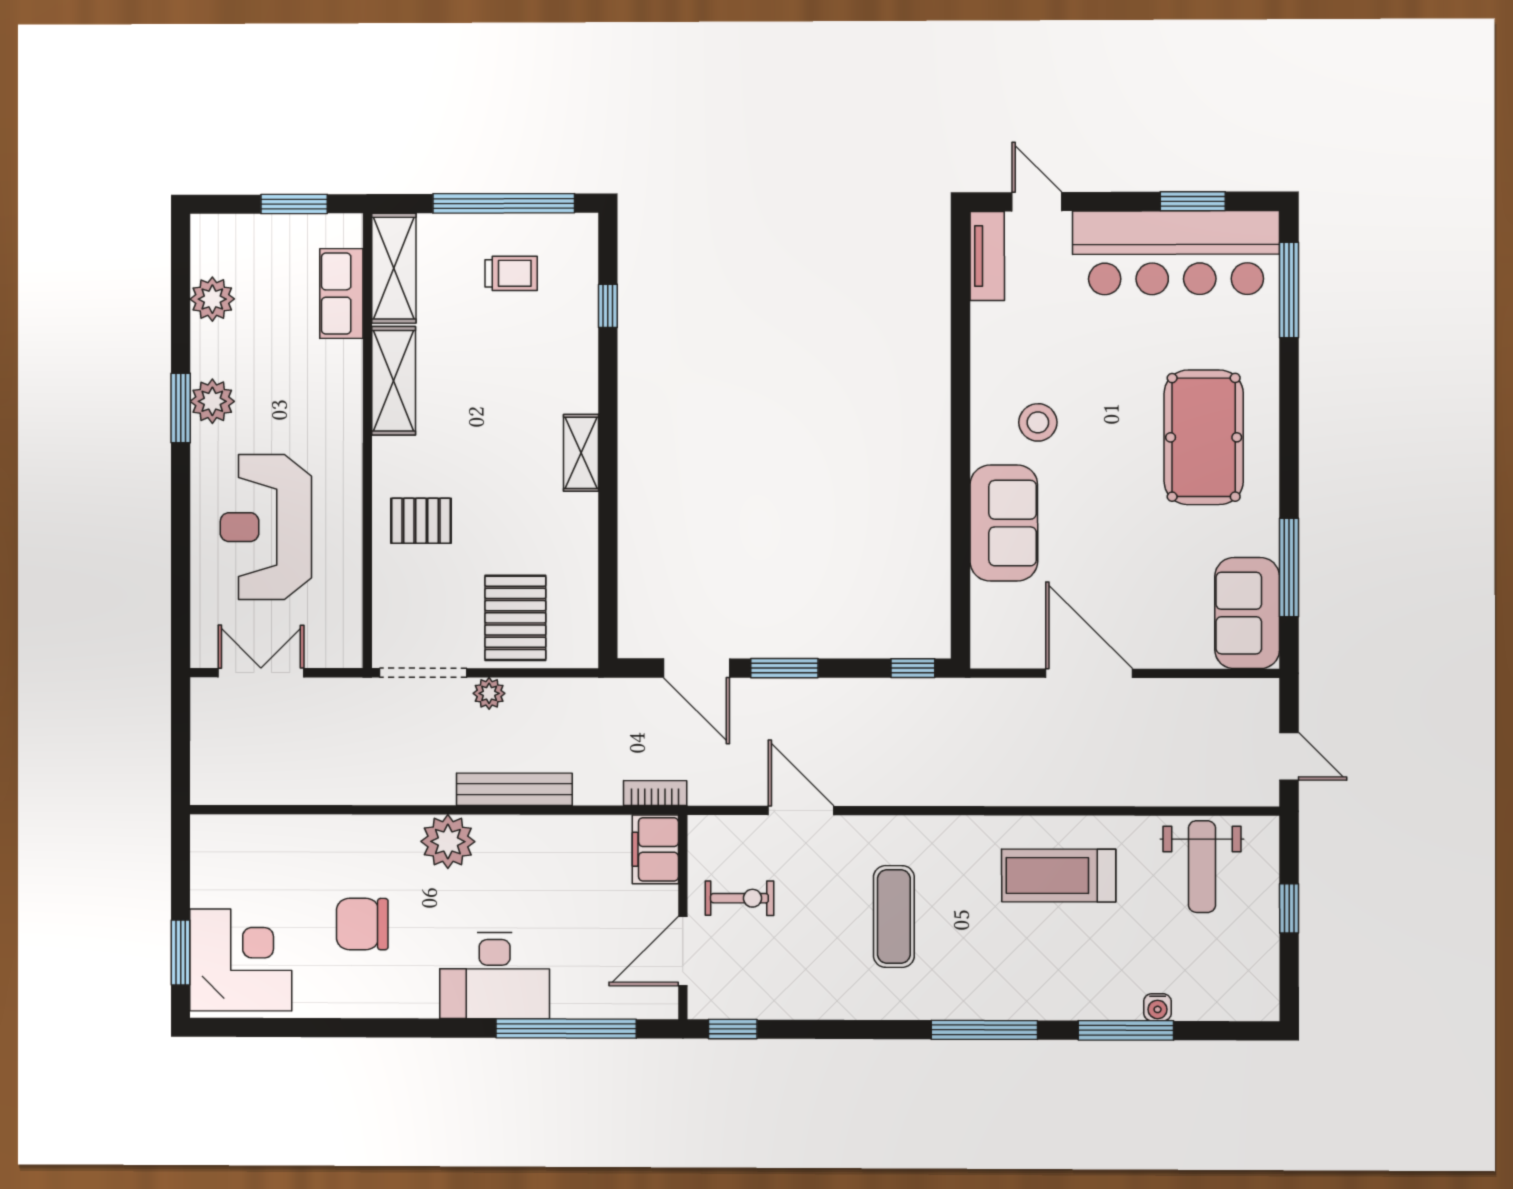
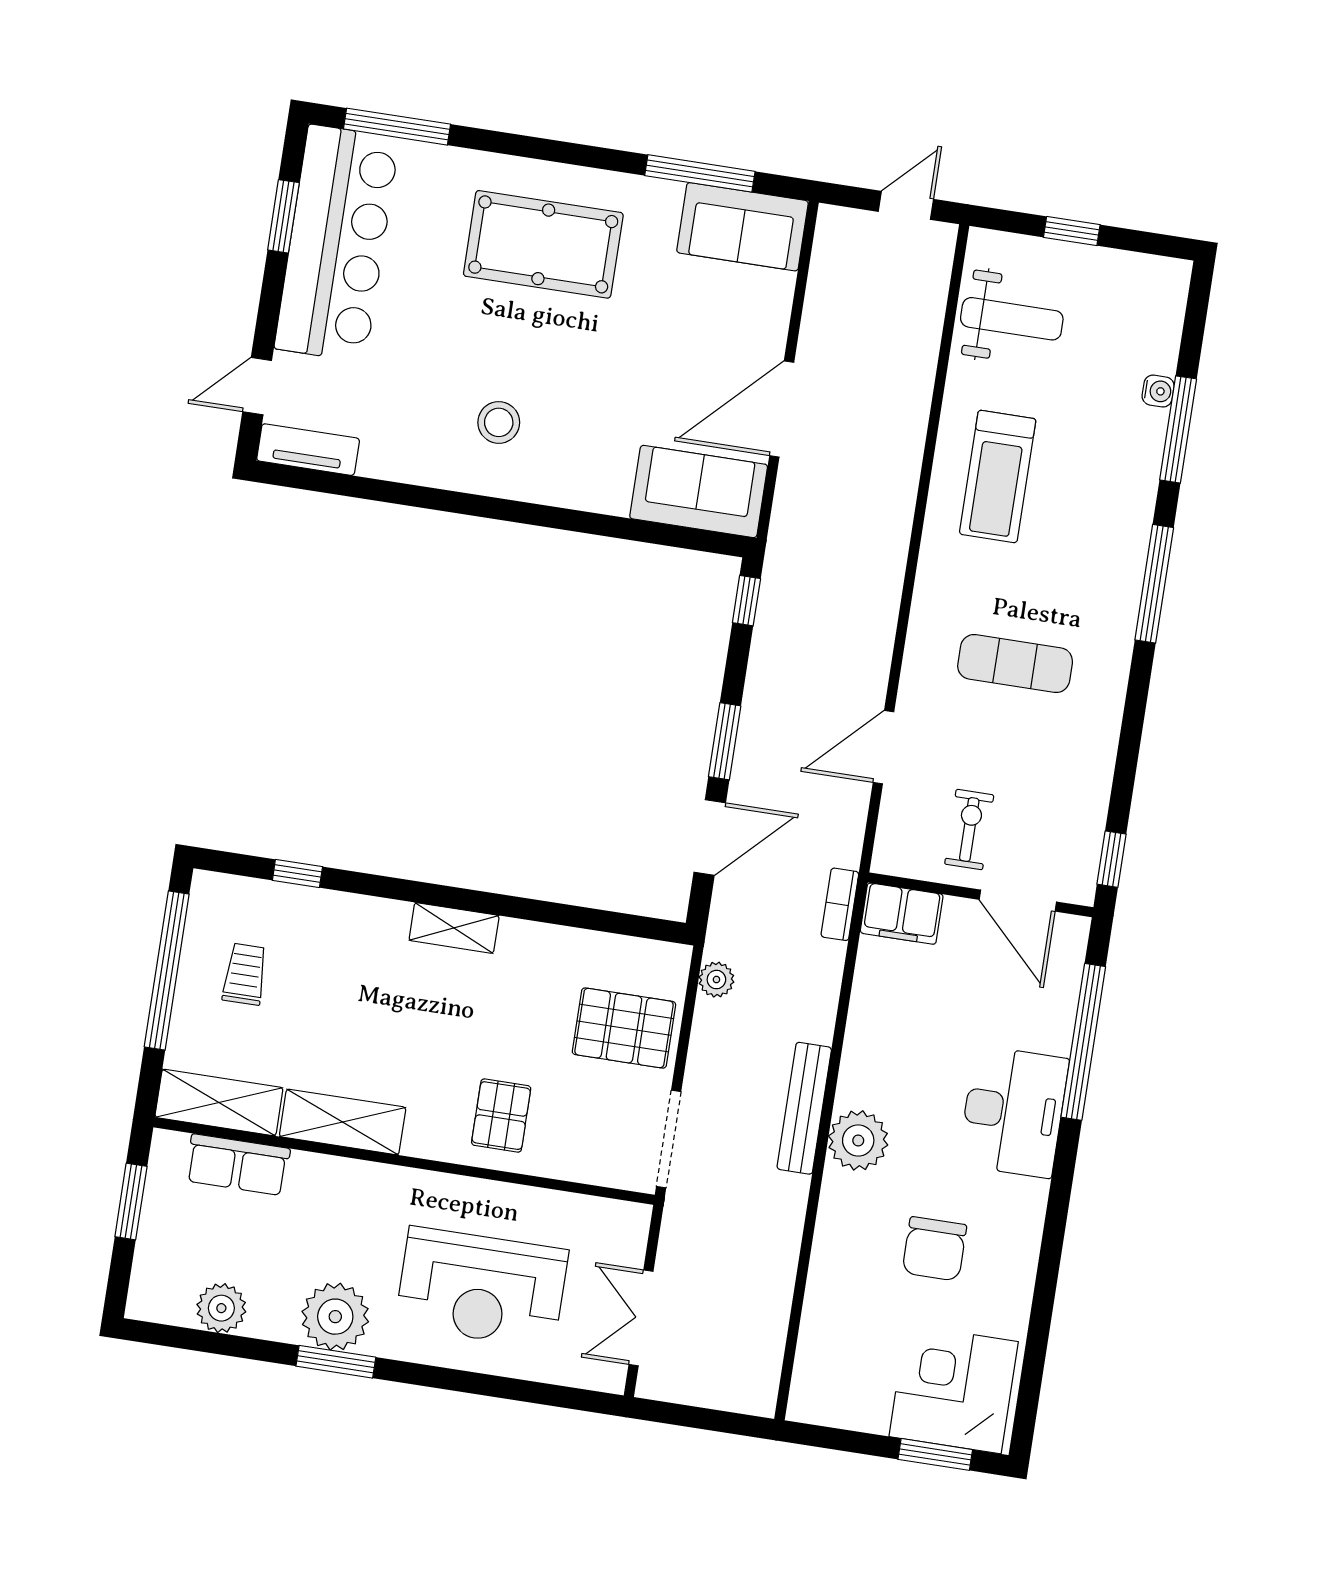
plant: (212, 401) -> (335, 1317), width x1.36, depth x1.36
sofa: (1004, 523) -> (699, 491), moved
plant: (489, 693) -> (716, 980), moved
bench: (514, 789) -> (804, 1108), moved

